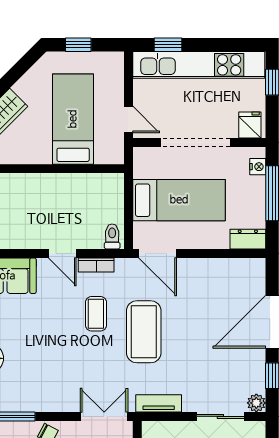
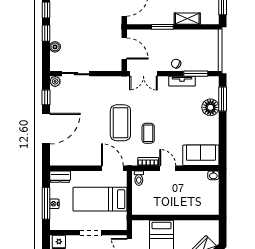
doorway: (196, 143) -> (90, 233), width x0.53
nightstand: (258, 167) -> (54, 204), moved
tv unit: (159, 403) -> (182, 81), moved

